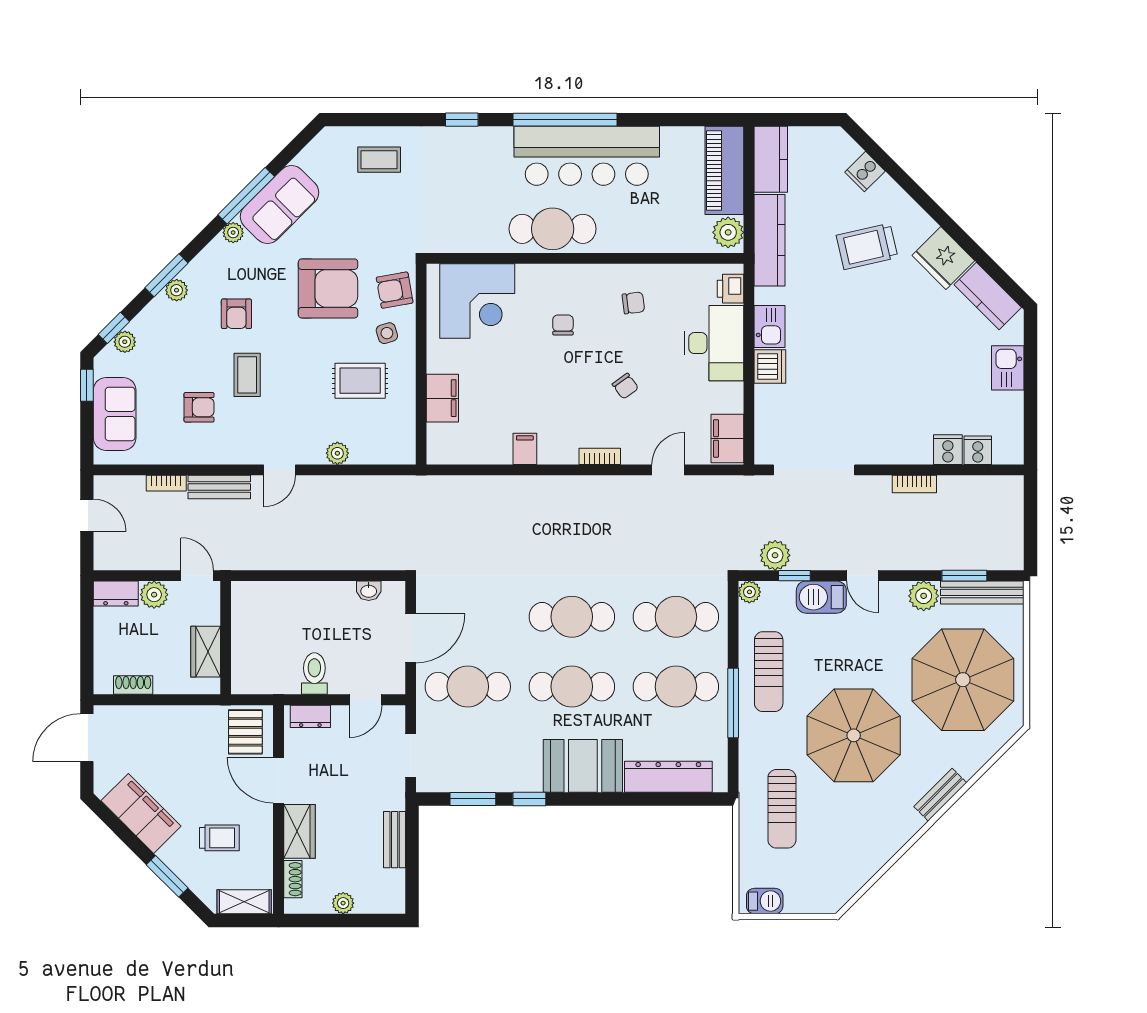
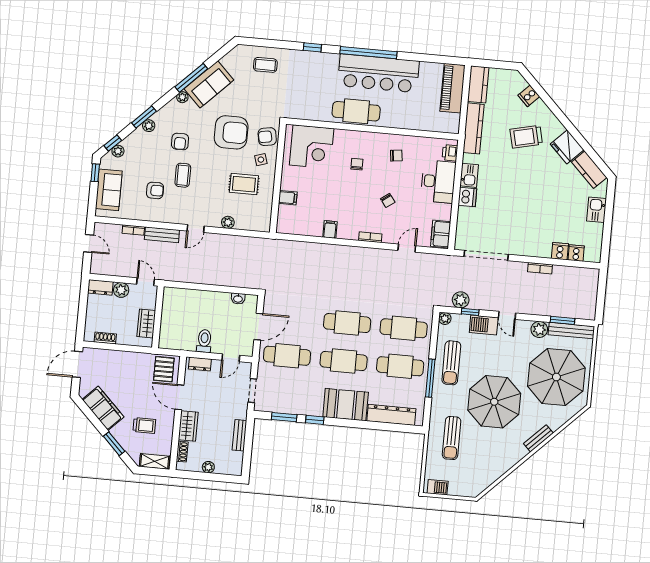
plant: (728, 232) -> (451, 122), removed
filing cabinet: (442, 398) -> (288, 198), width x0.50

